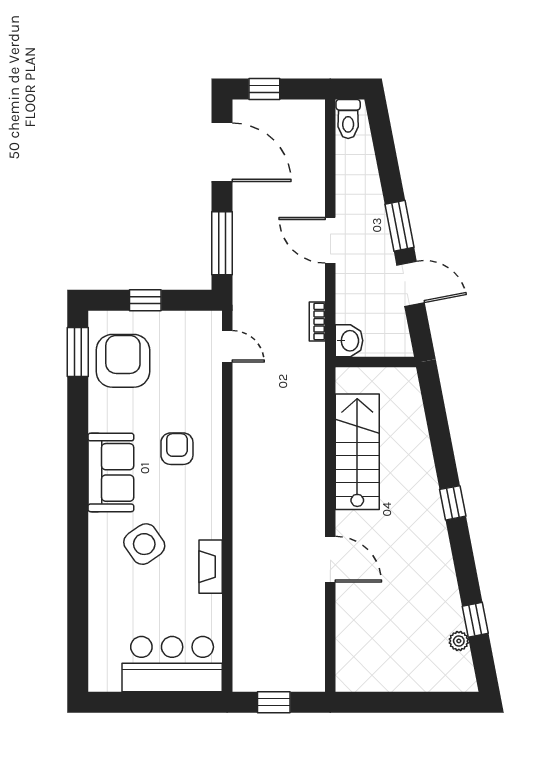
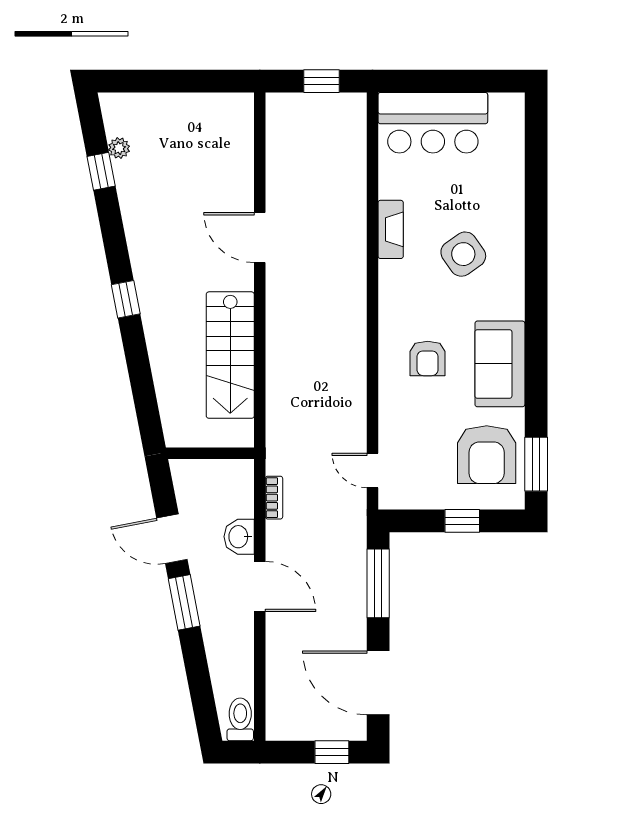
washbasin: (349, 341) -> (239, 537), moved
sofa: (111, 472) -> (500, 364), moved

